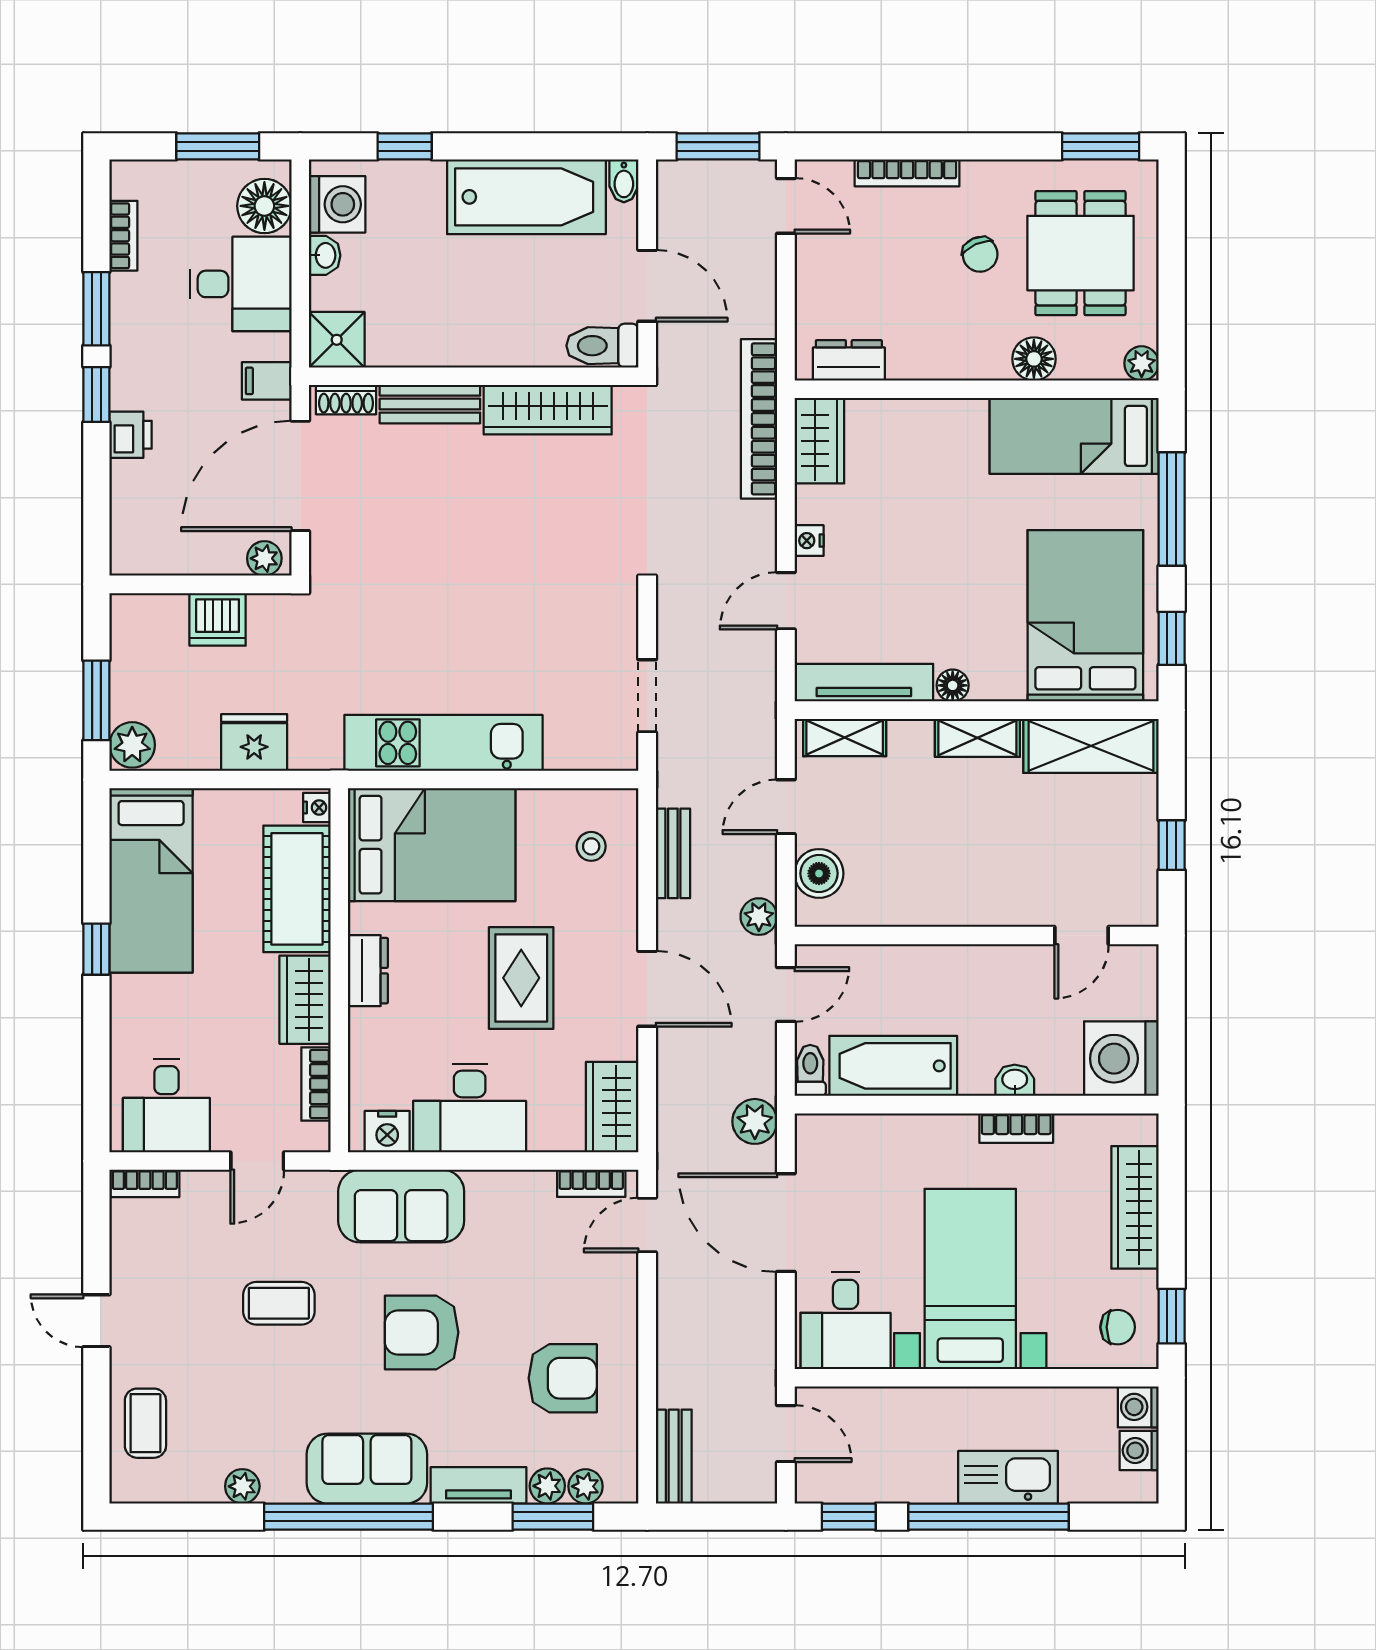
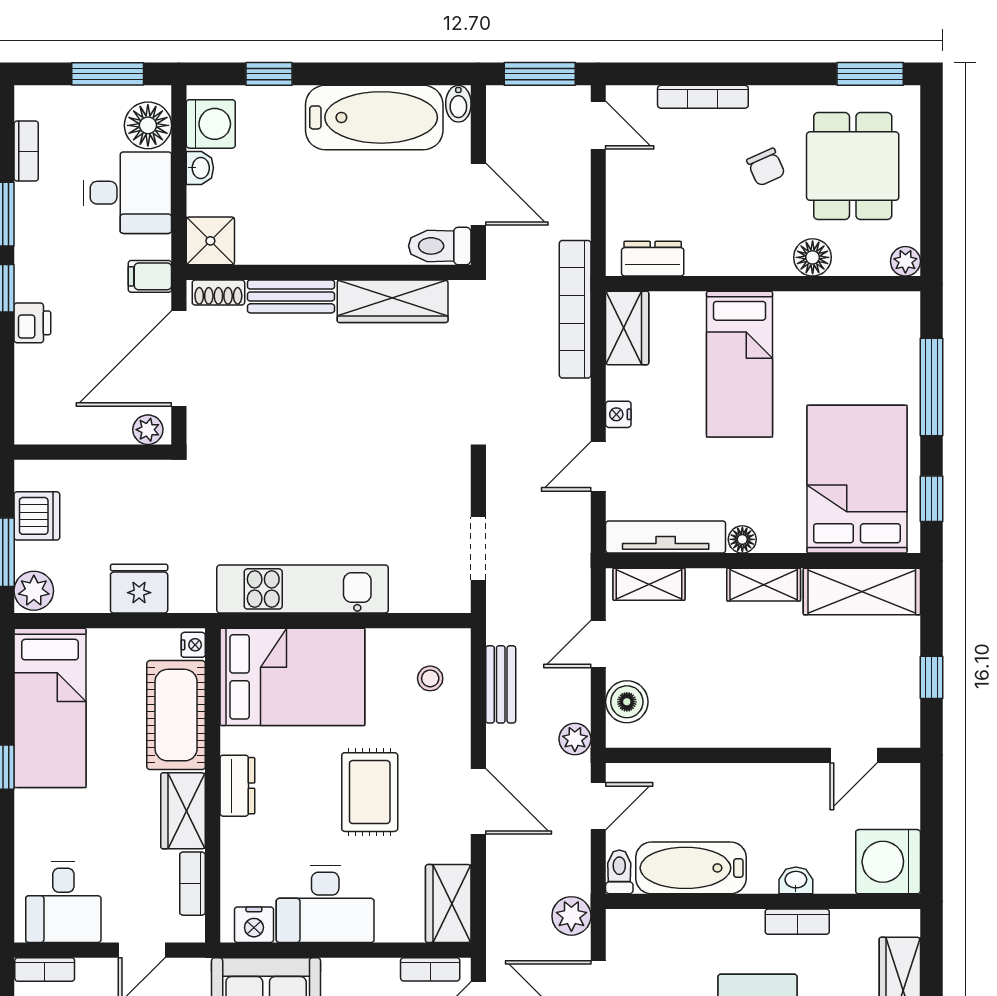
bed: (1074, 436) -> (740, 364), moved, turned -90
dishwasher: (218, 619) -> (37, 516), moved, turned -90

